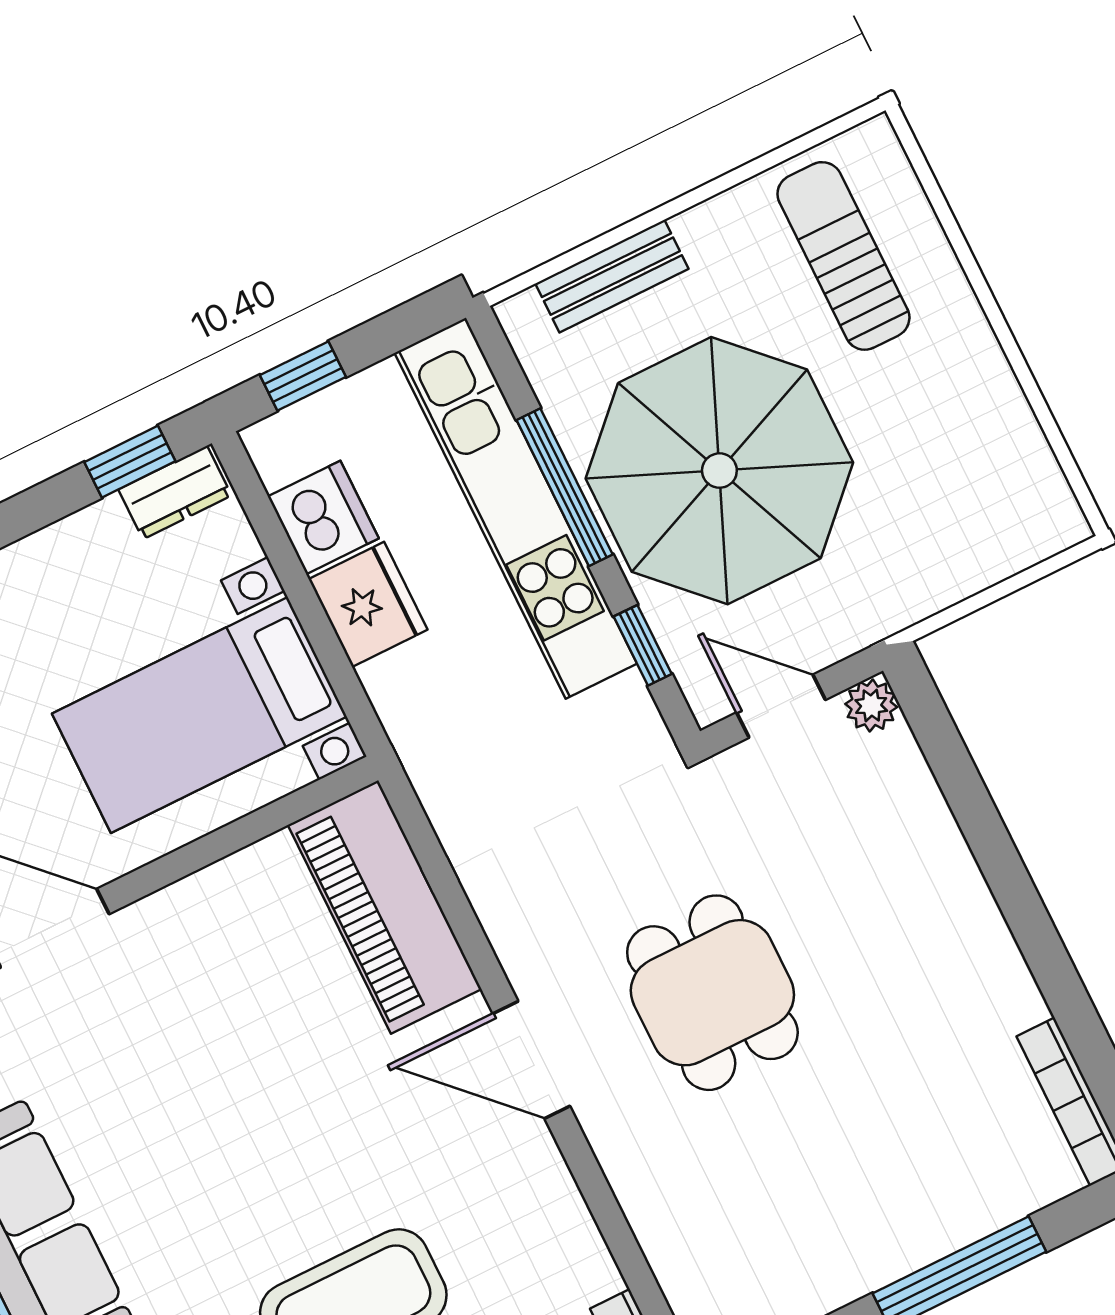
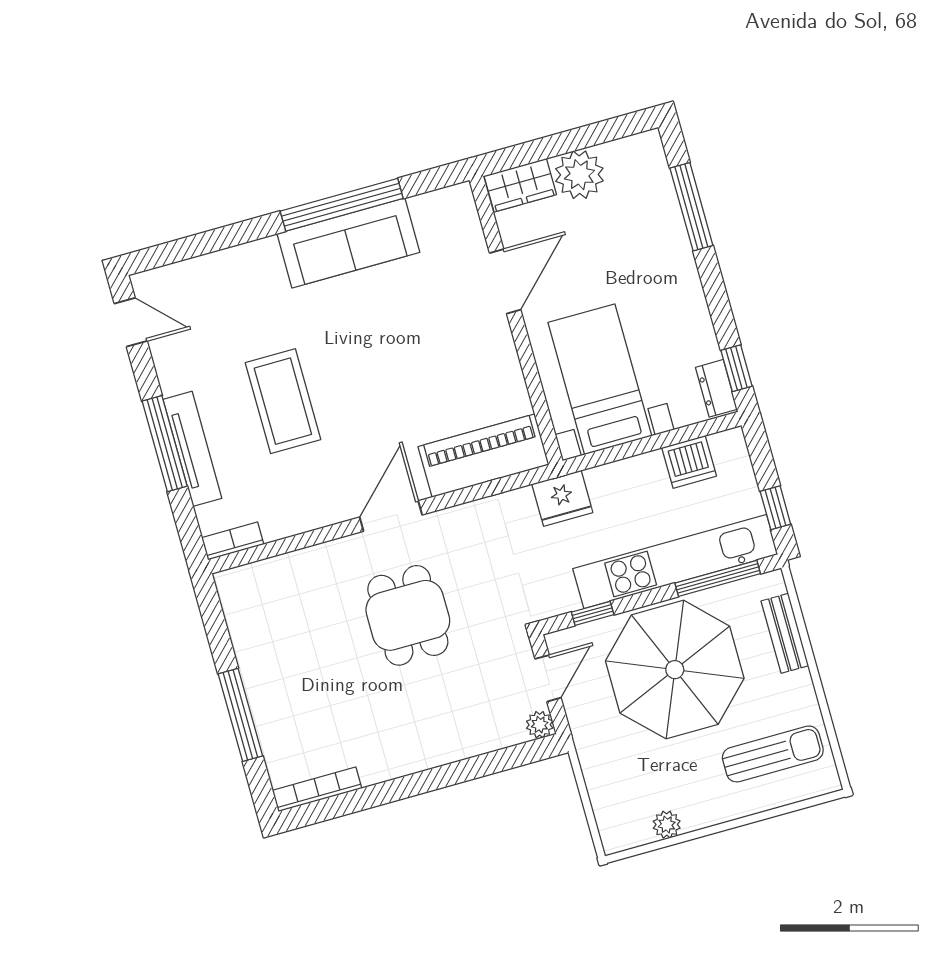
window: (303, 376) -> (775, 508), moved
plant: (1014, 431) -> (667, 825), added
window: (565, 487) -> (718, 578), moved
fridge: (368, 604) -> (562, 498), moved
dining table: (712, 993) -> (408, 615), turned 90

